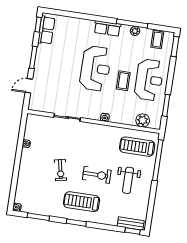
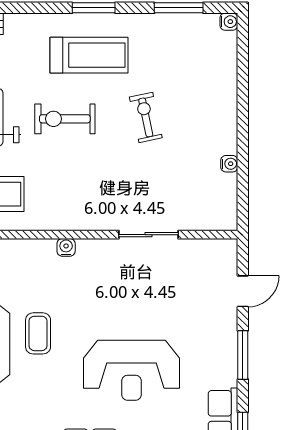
reception desk: (95, 68) -> (132, 370), moved, turned -90

